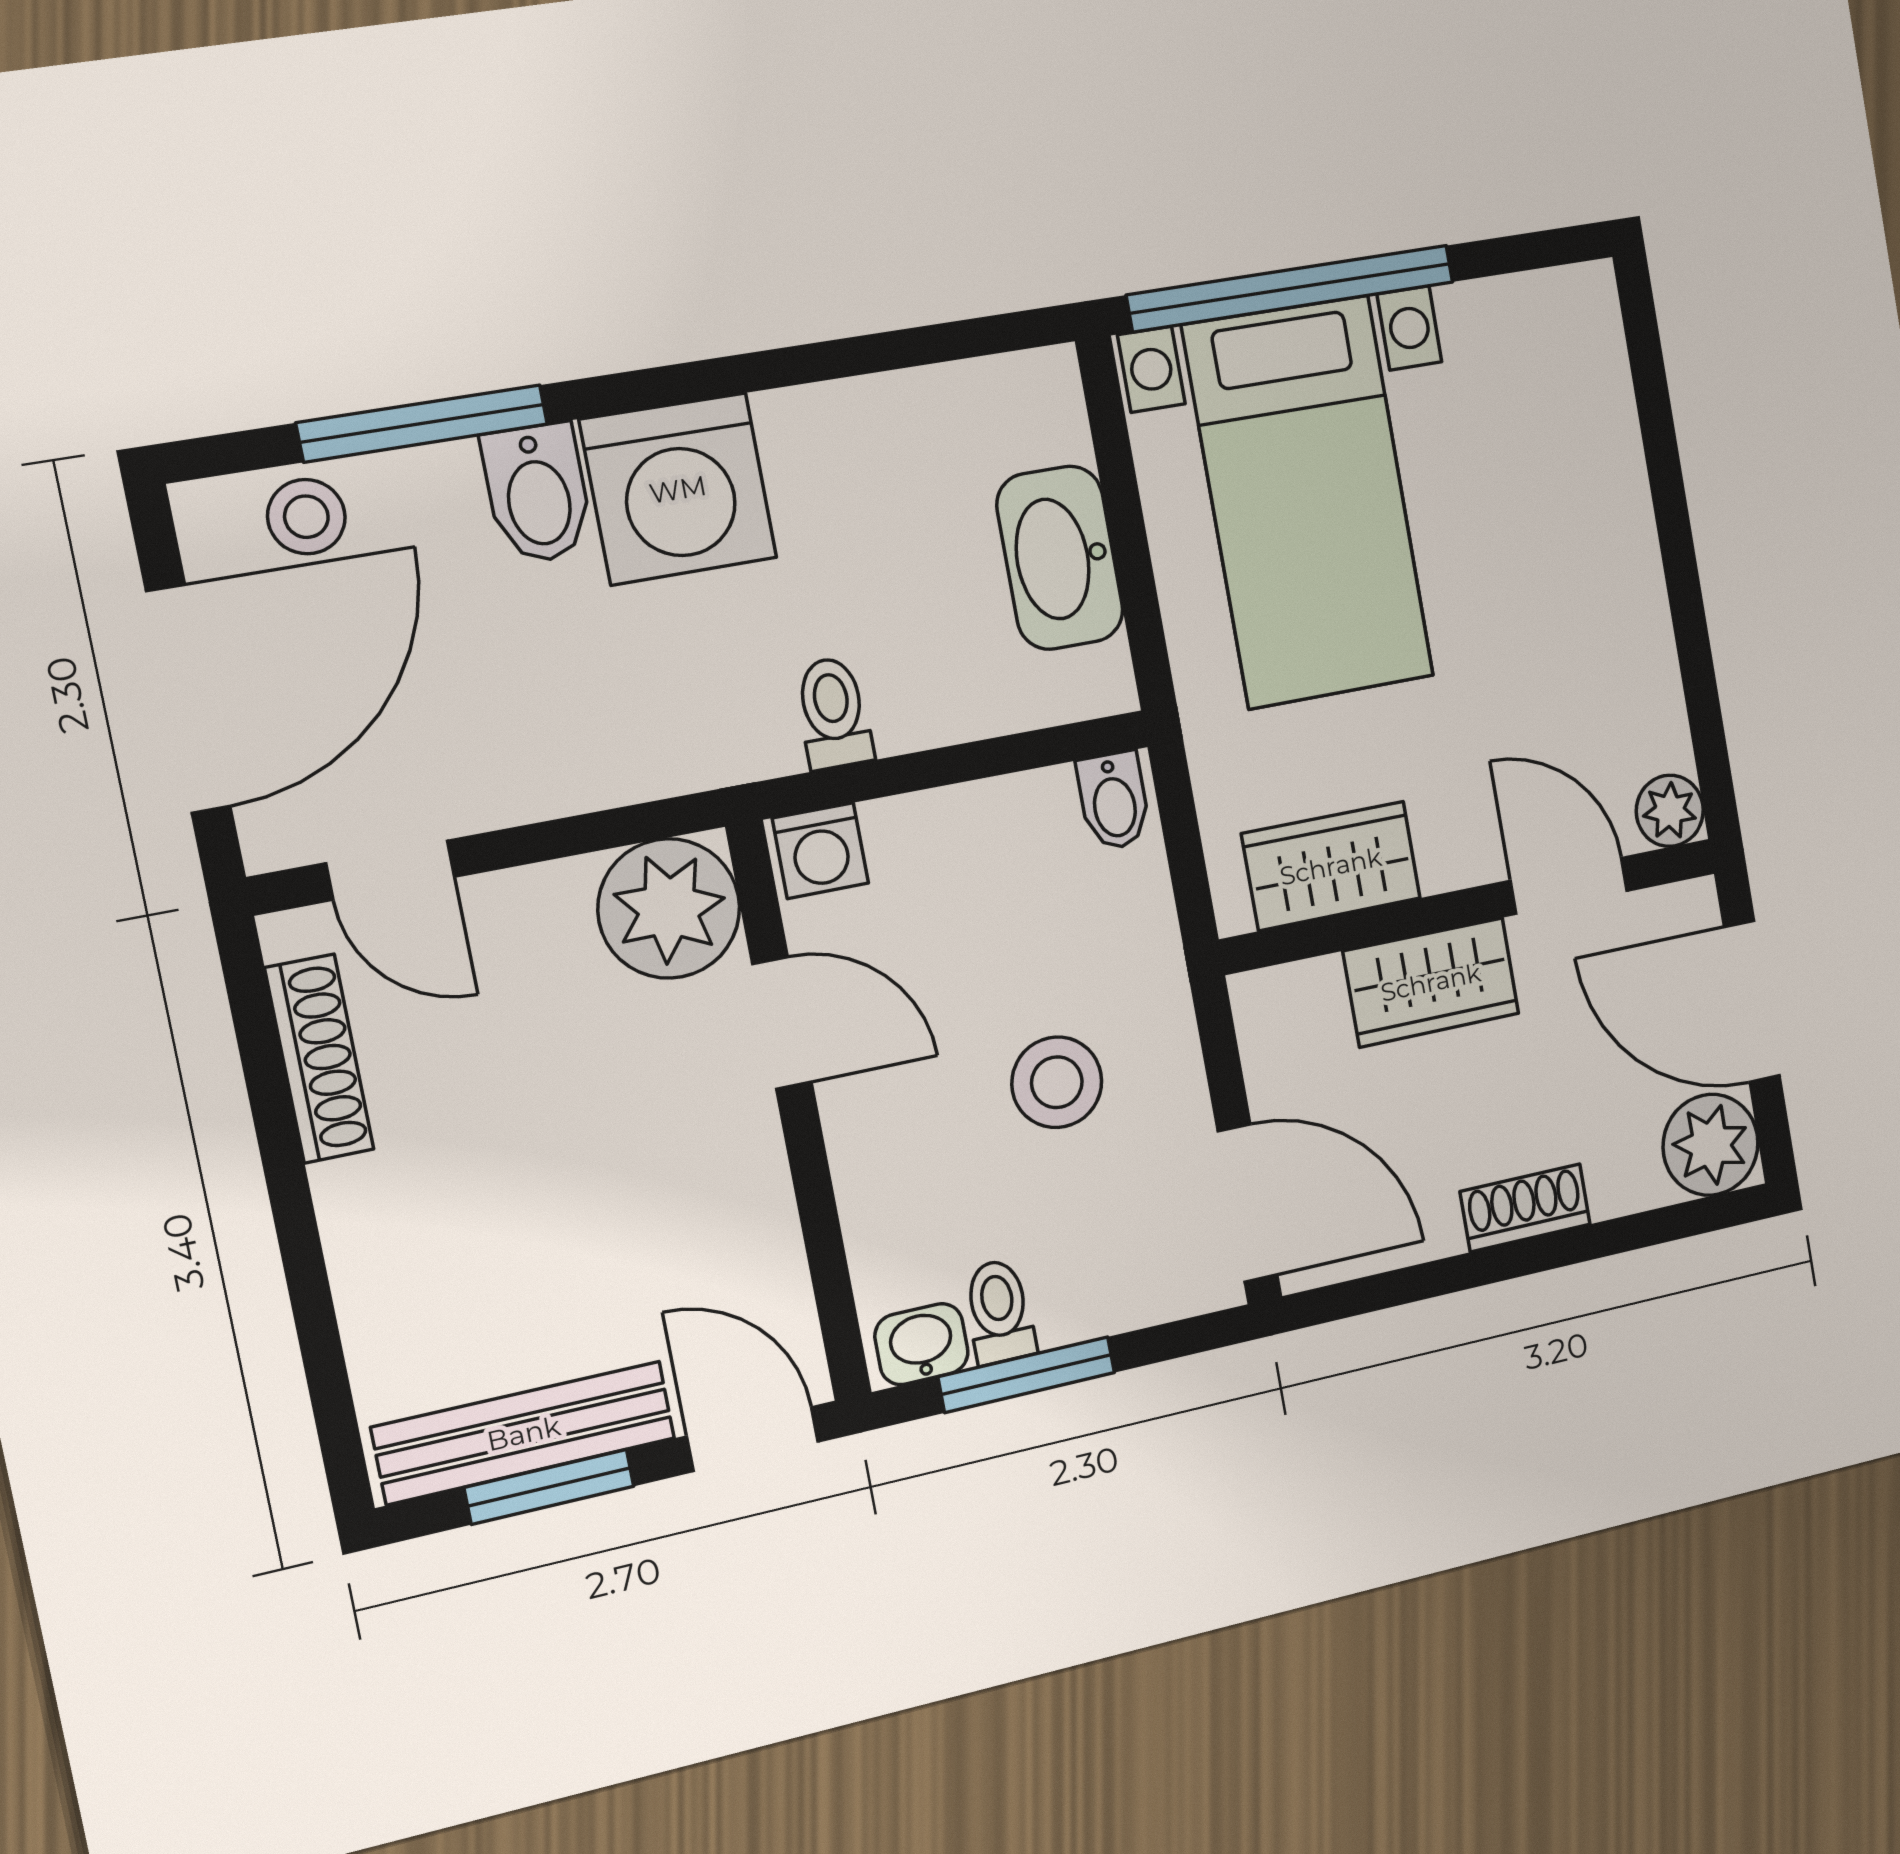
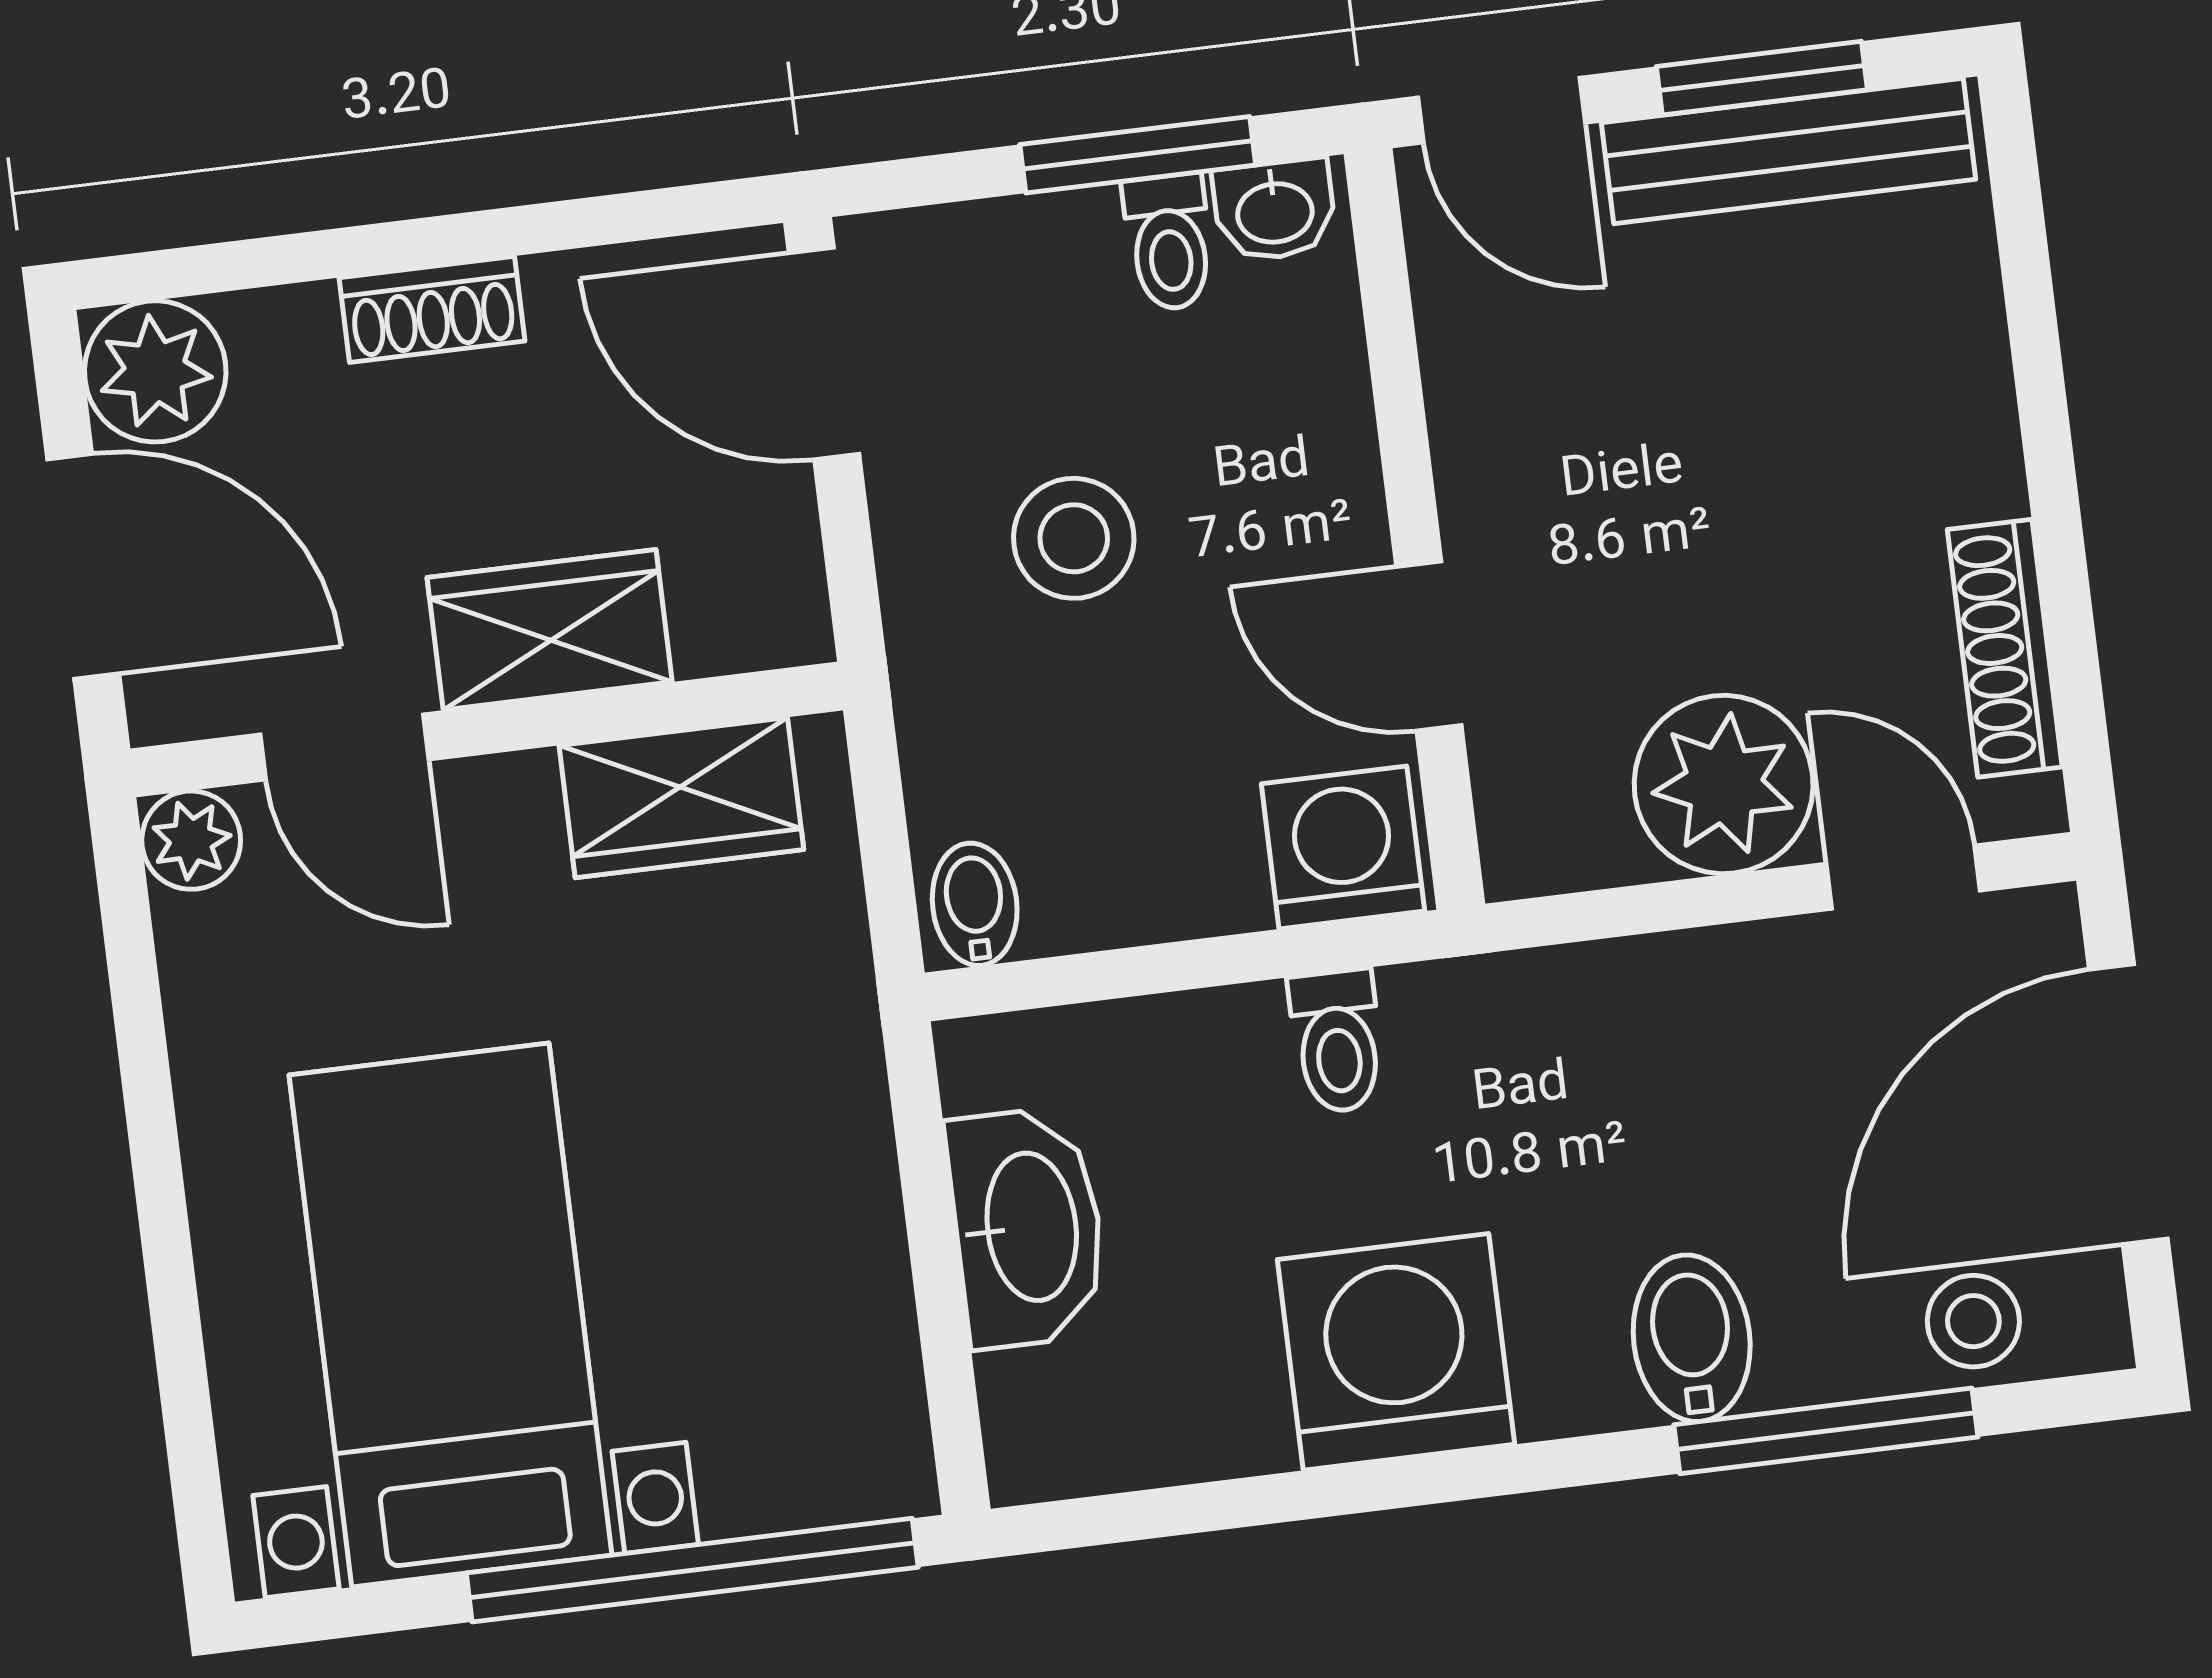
washing machine: (678, 489) -> (1396, 1352), moved
bed with nightstands: (1308, 502) -> (450, 1315), moved
washing machine: (820, 851) -> (1343, 847), width x1.38, depth x1.38
plant: (669, 909) -> (1724, 784), moved

